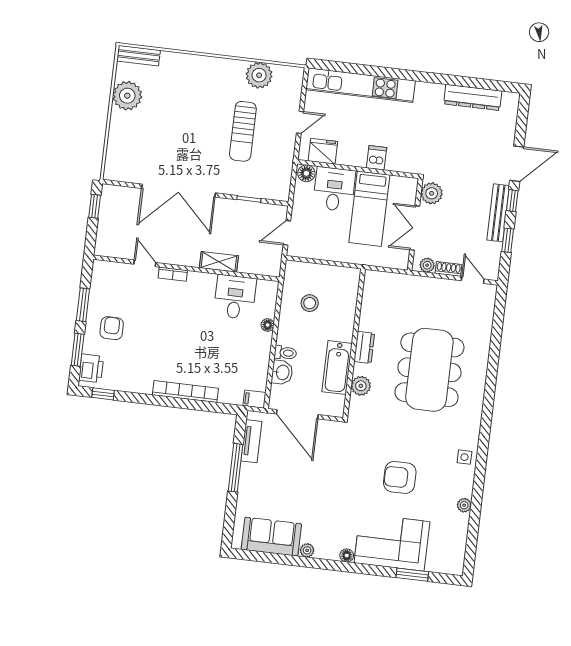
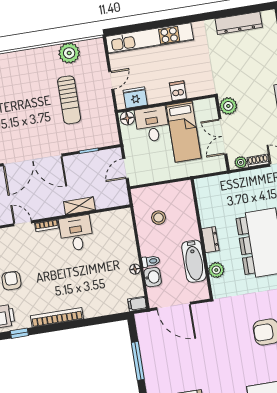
desk: (235, 297) -> (76, 233), moved
floor lamp: (268, 325) -> (135, 269), moved
bookcase: (185, 392) -> (57, 317), moved
tv unit: (251, 441) -> (144, 337), removed

